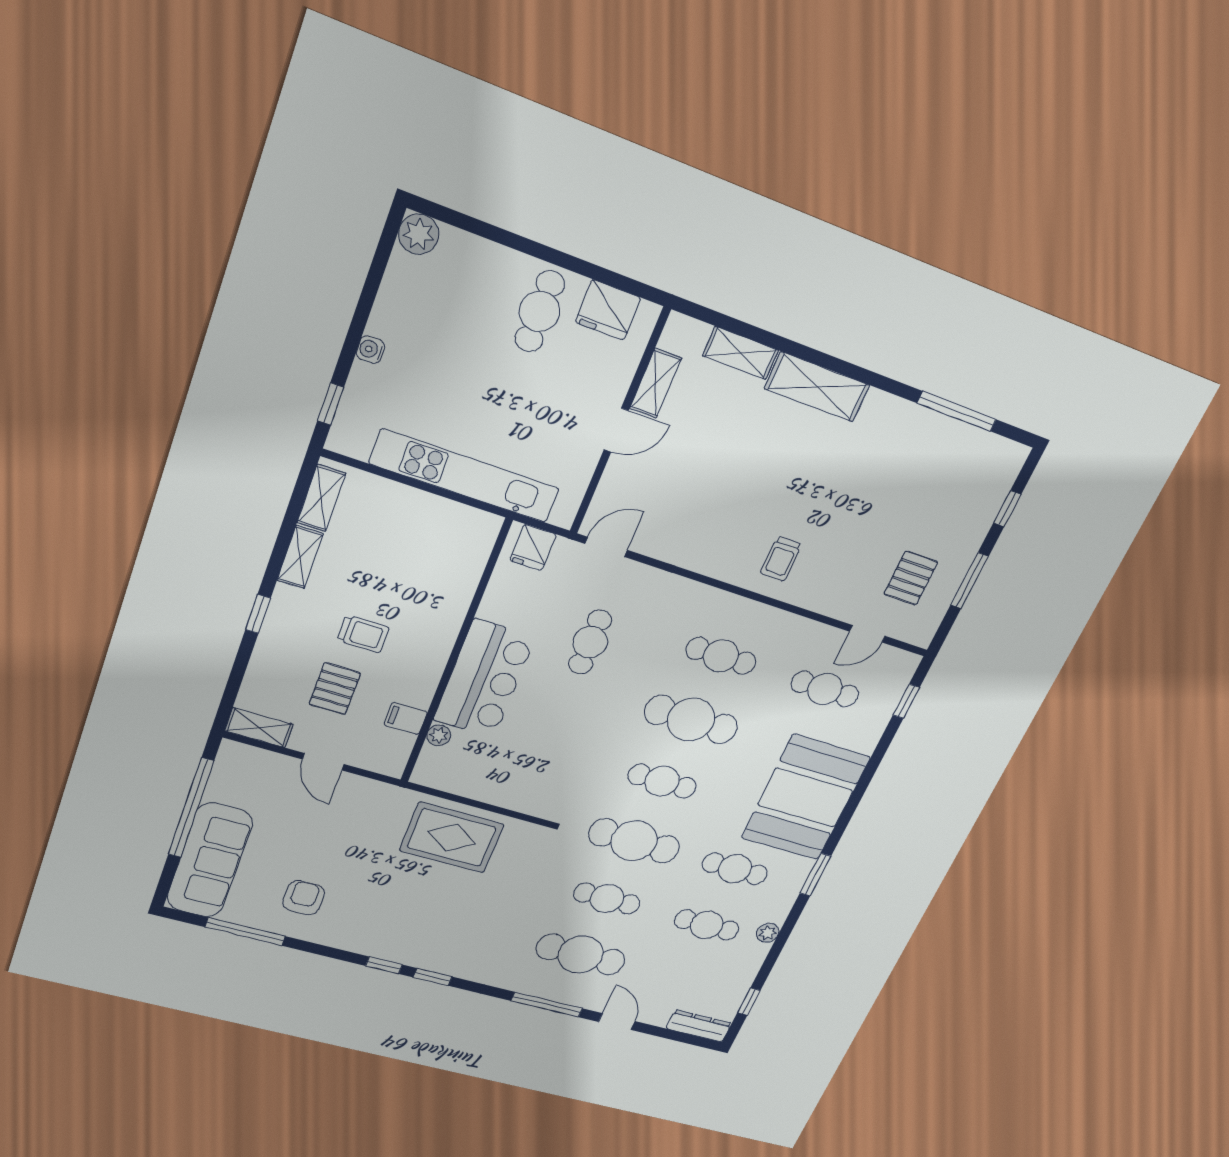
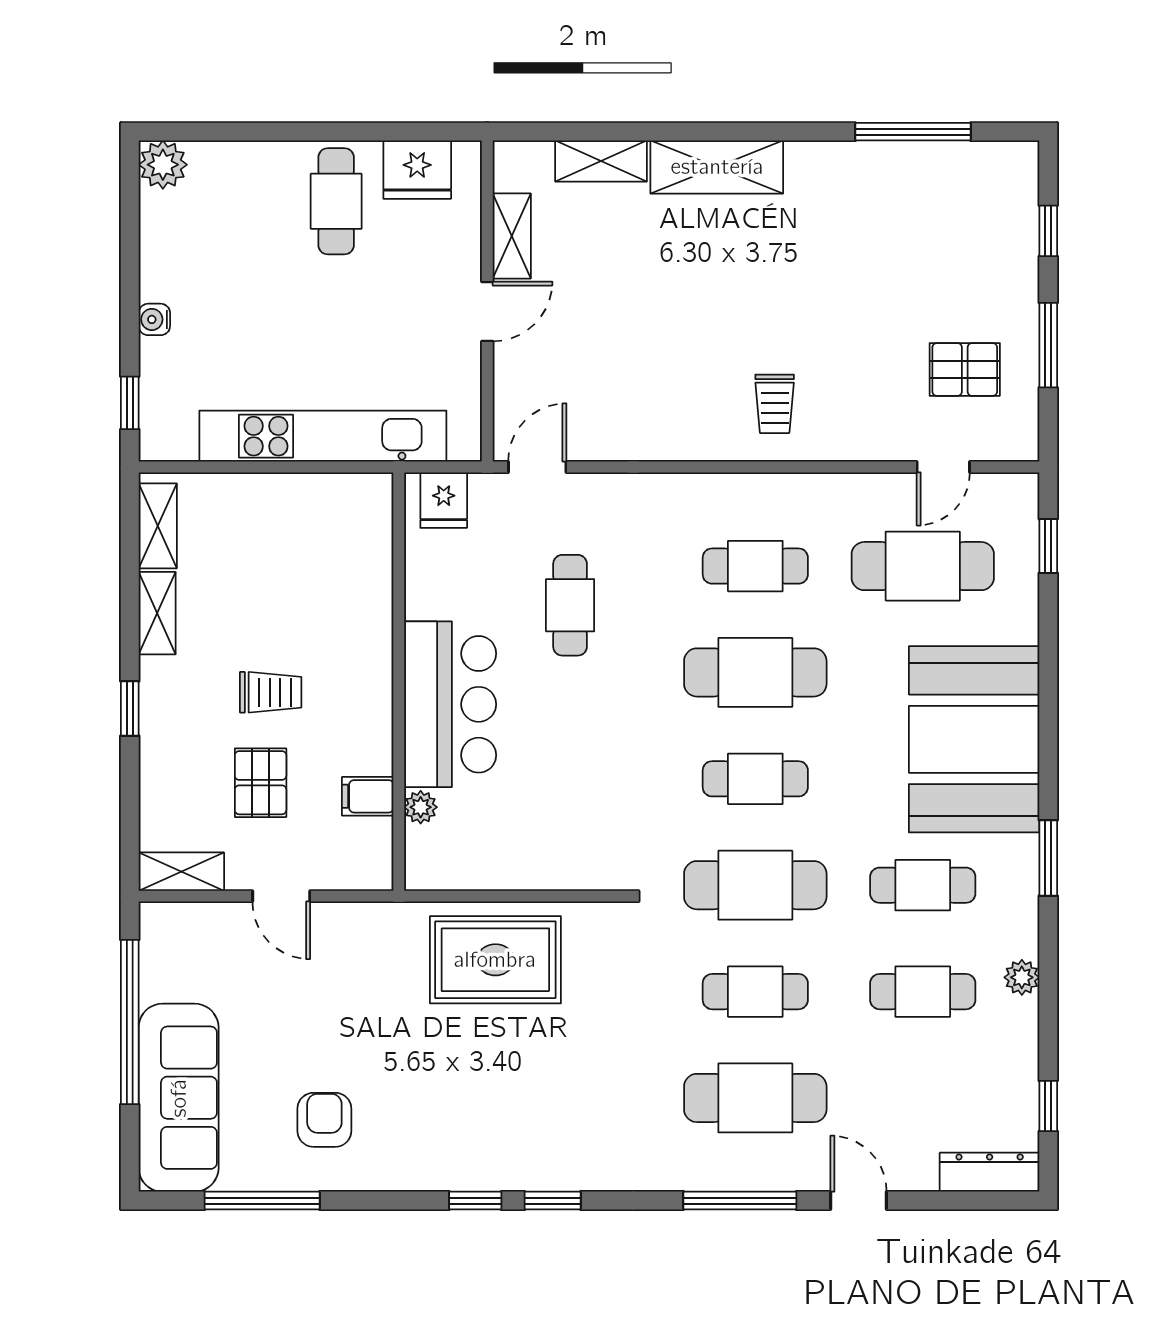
pallet: (911, 578) -> (965, 369), turned 90
cafe table: (825, 689) -> (923, 566), width x1.37, depth x1.35

